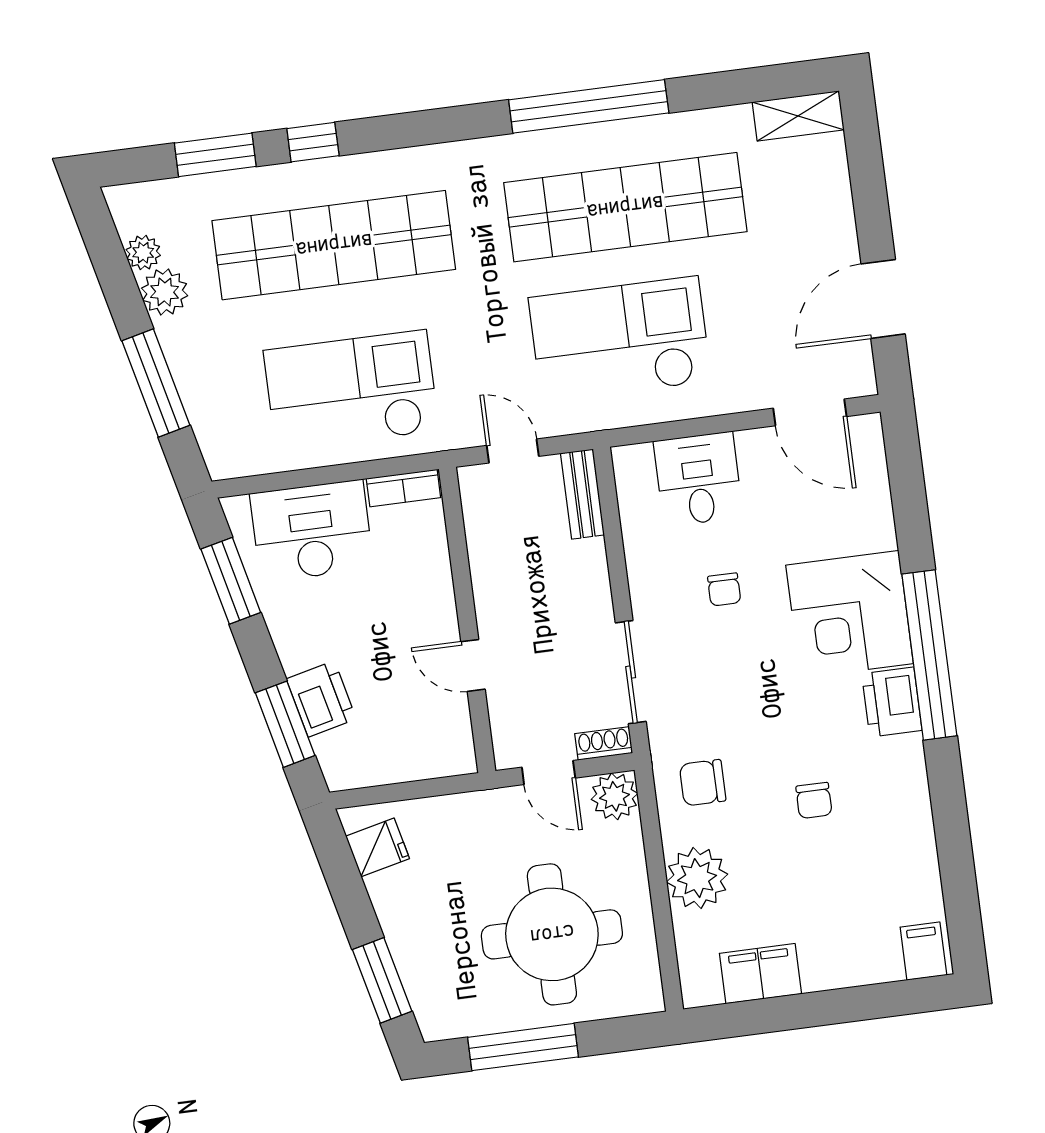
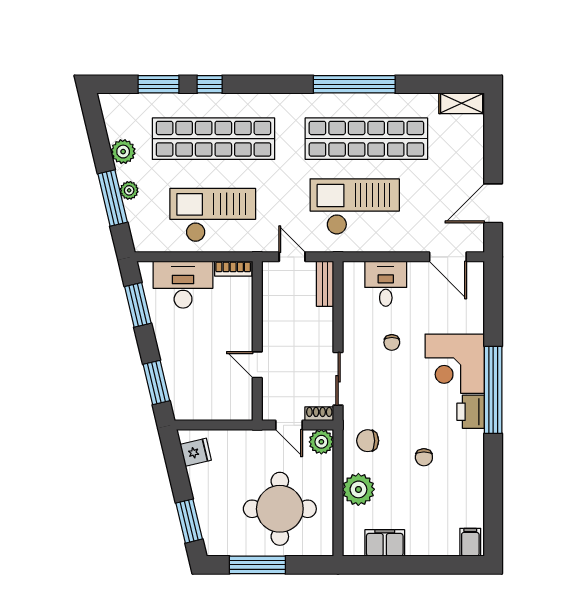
plant: (143, 253) -> (129, 190), moved
printer: (321, 699) -> (177, 372), removed

